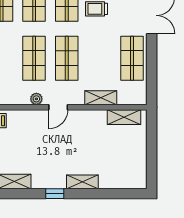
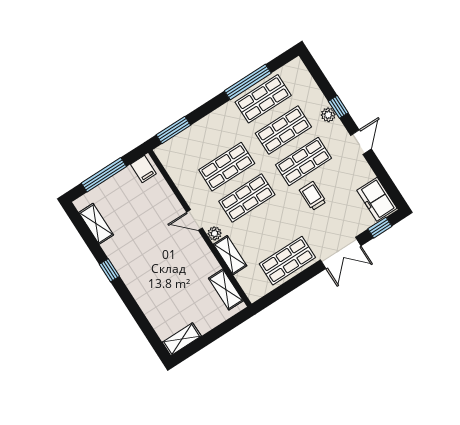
plant: (36, 99) -> (215, 233), moved
shelving: (82, 182) -> (182, 339), moved, turned 90

